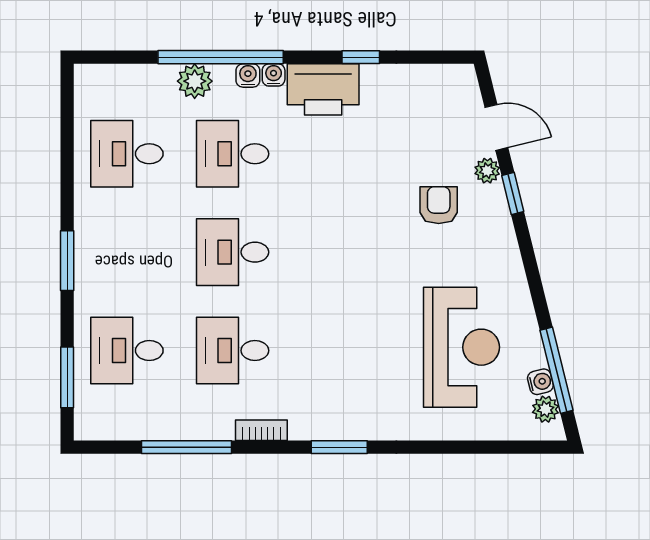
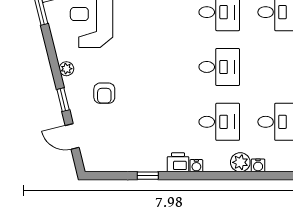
window: (221, 57) -> (226, 176), removed
water cooler: (248, 75) -> (258, 165), moved
printer: (323, 89) -> (178, 162), width x0.53, depth x0.68
plant: (487, 171) -> (66, 69), moved

